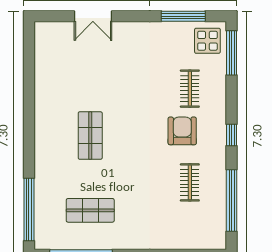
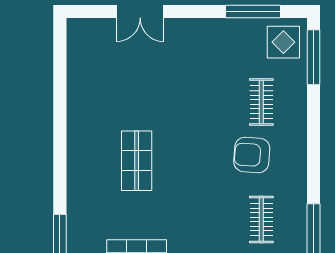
armchair: (182, 131) -> (252, 155), turned -86
window: (232, 135) -> (314, 160), removed

